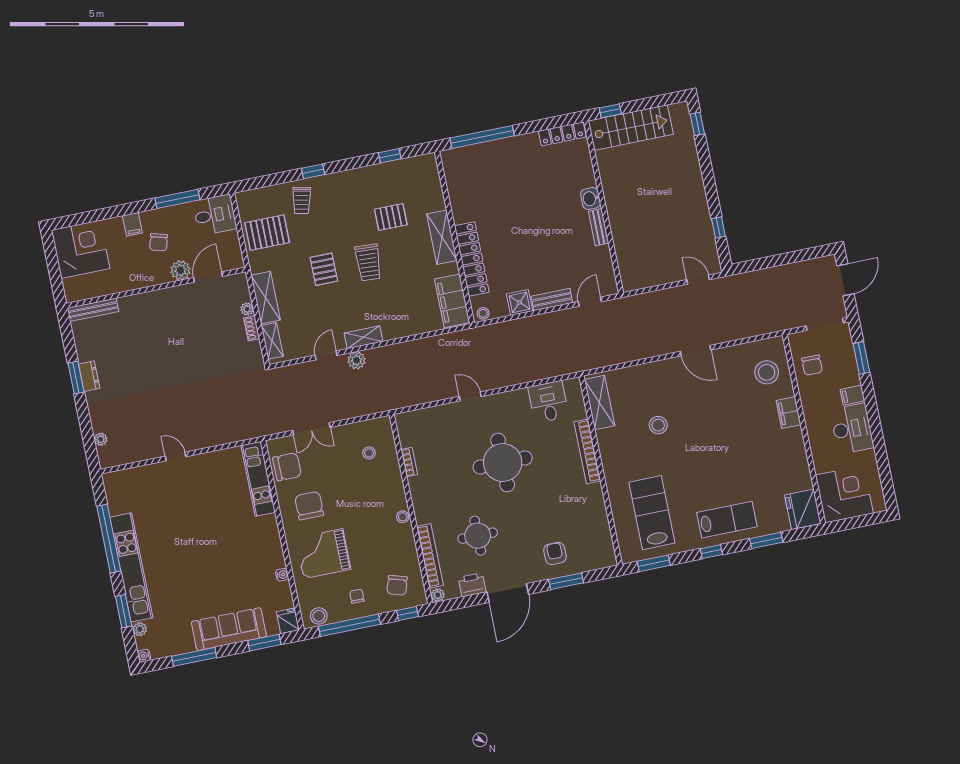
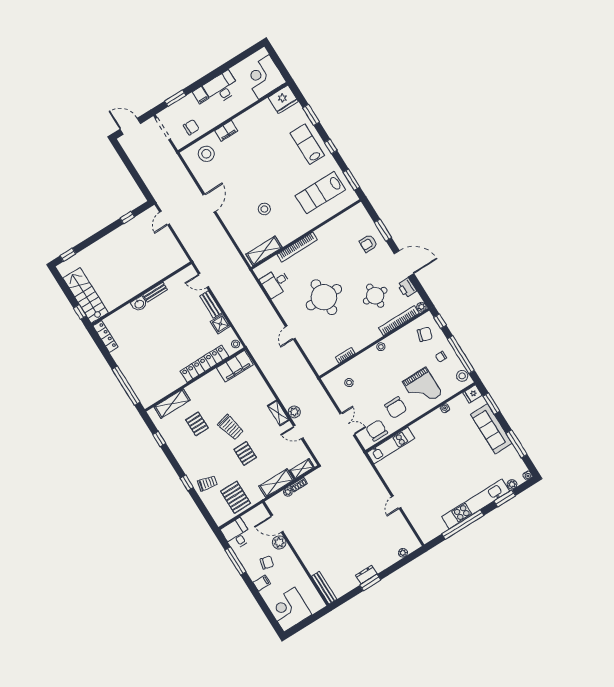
shelving: (442, 237) -> (172, 404), moved
trolley: (368, 262) -> (231, 427), turned 73
pallet: (324, 269) -> (245, 453), turned 90
chair: (309, 506) -> (396, 408), turned -90

